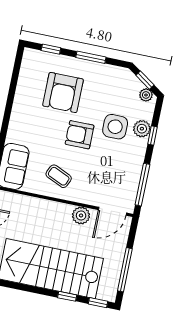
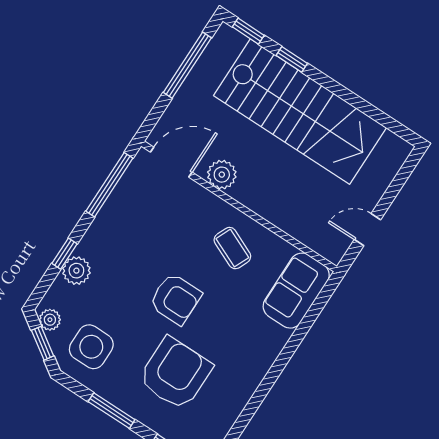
side table: (115, 127) -> (91, 347), moved

